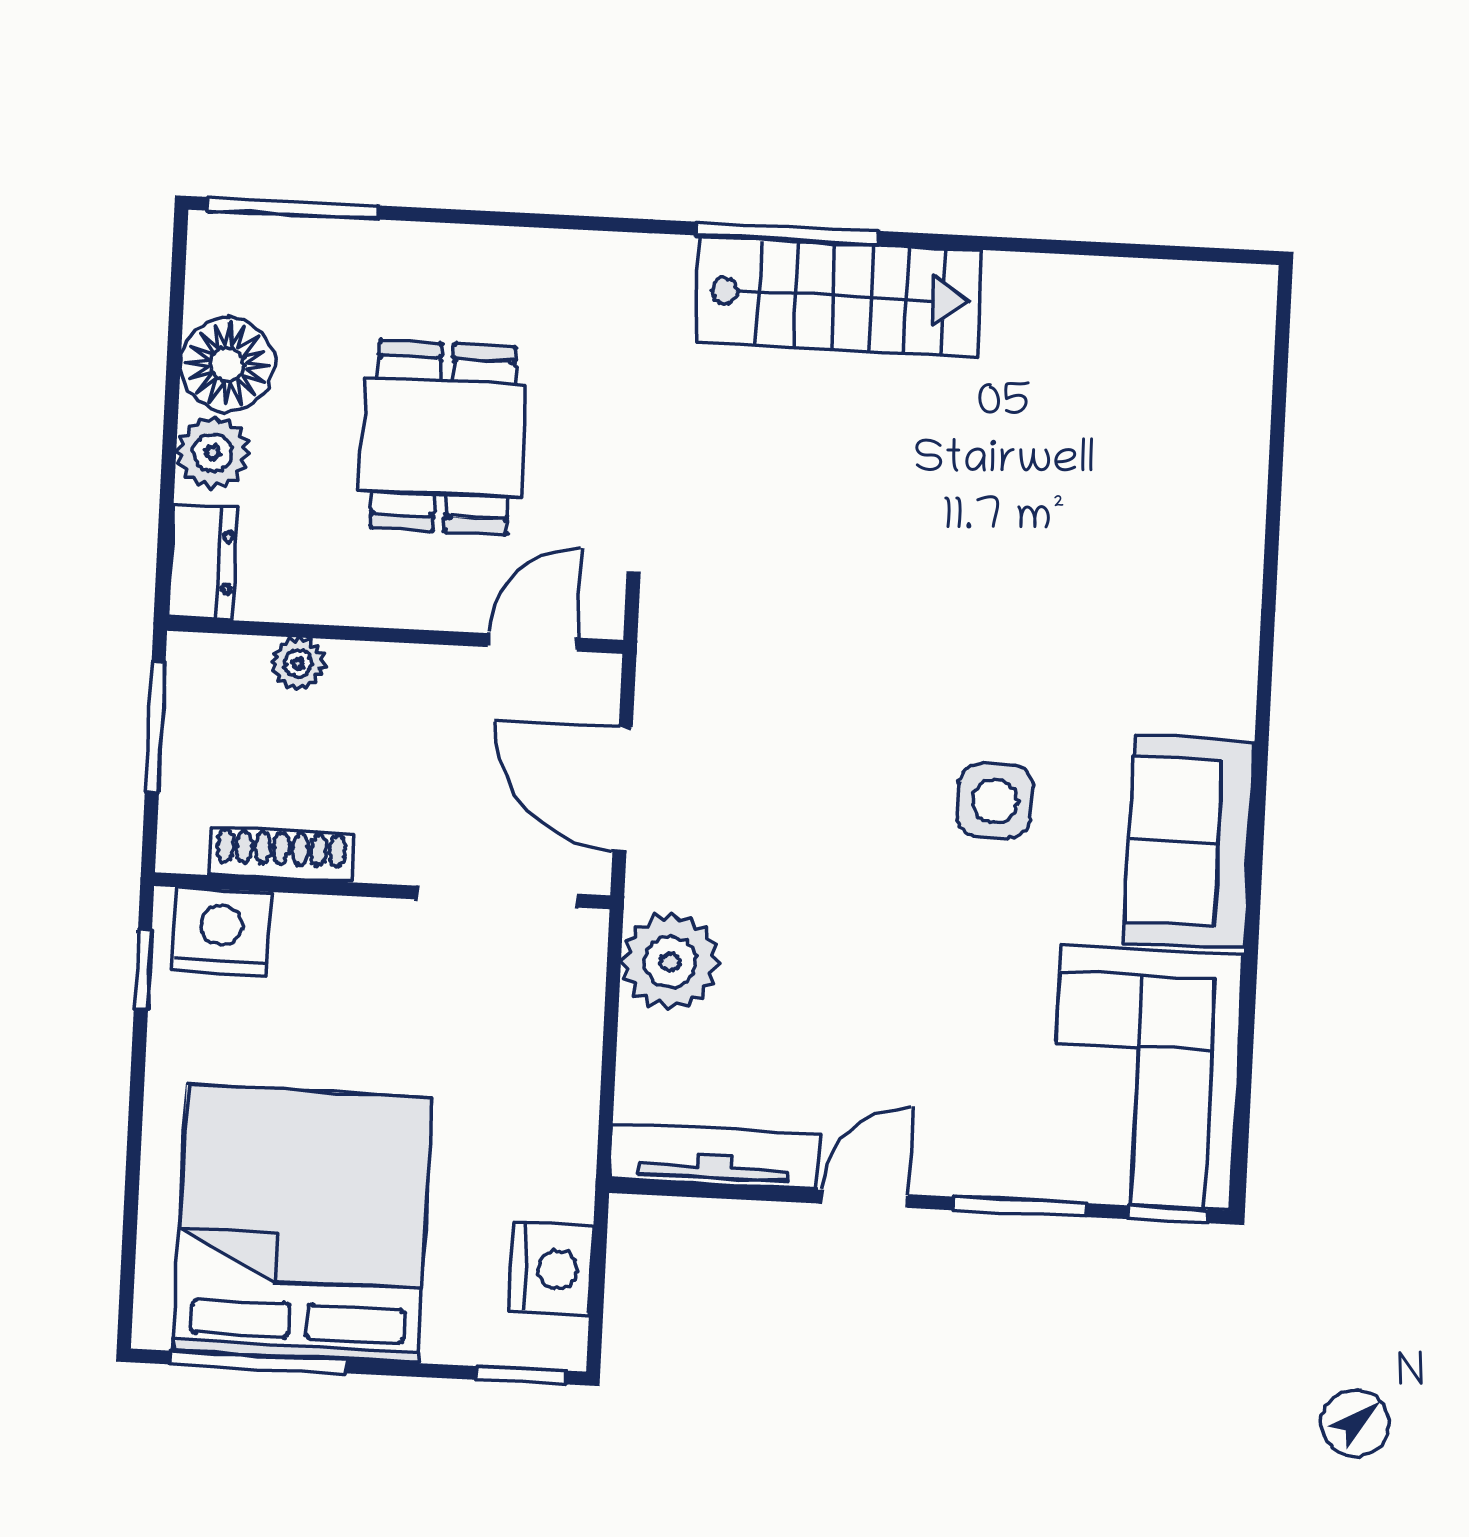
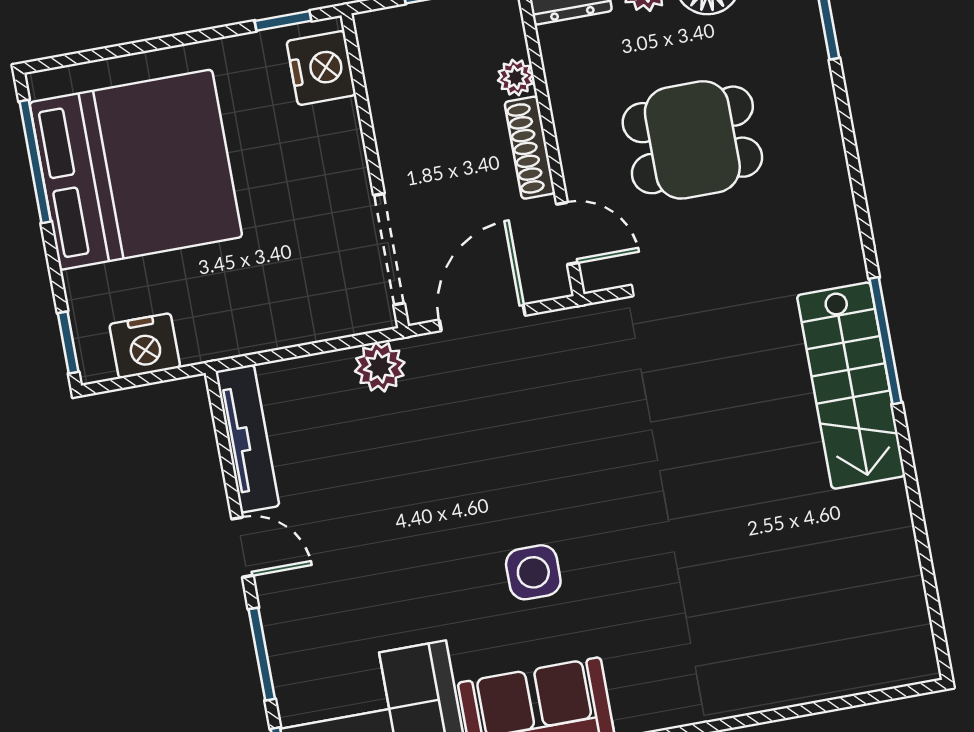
shoe rack: (281, 855) -> (530, 148), moved, turned 180
plant: (670, 962) -> (380, 367), width x0.73, depth x0.73

